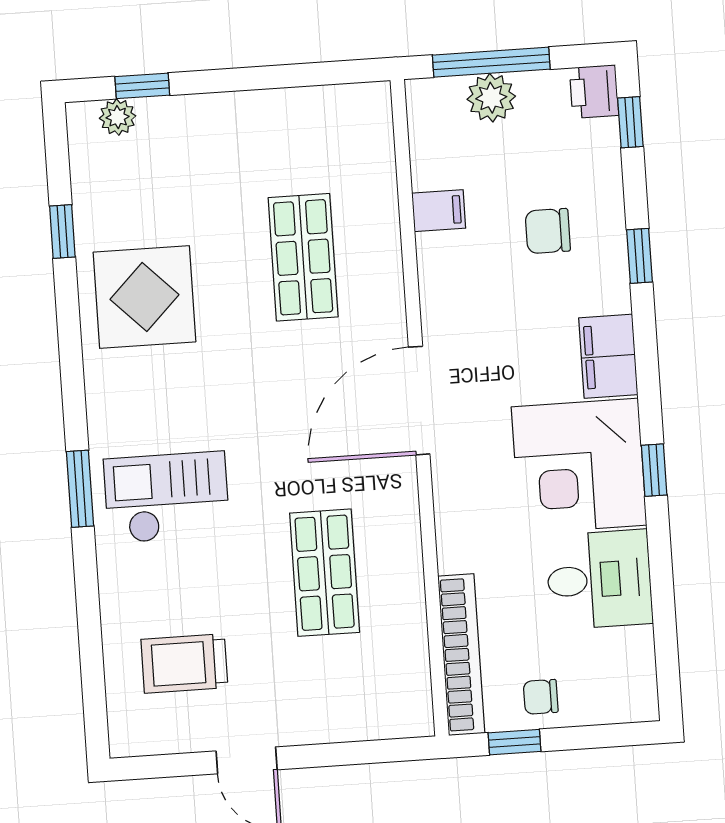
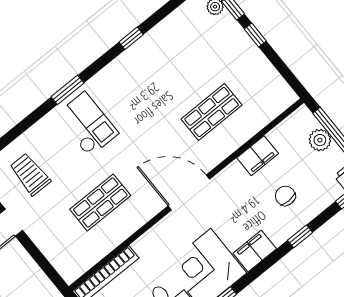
window: (220, 81) -> (255, 35), added
filing cabinet: (439, 211) -> (258, 156), width x2.00
window: (62, 232) -> (131, 38), moved
display table: (144, 297) -> (155, 64), removed

